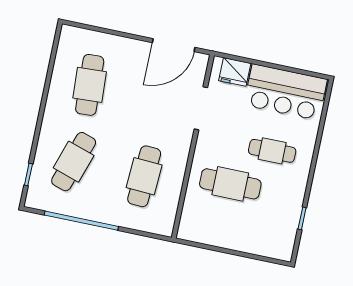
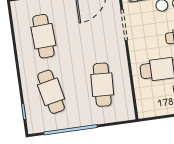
cafe table: (74, 162) -> (51, 92), turned -30

